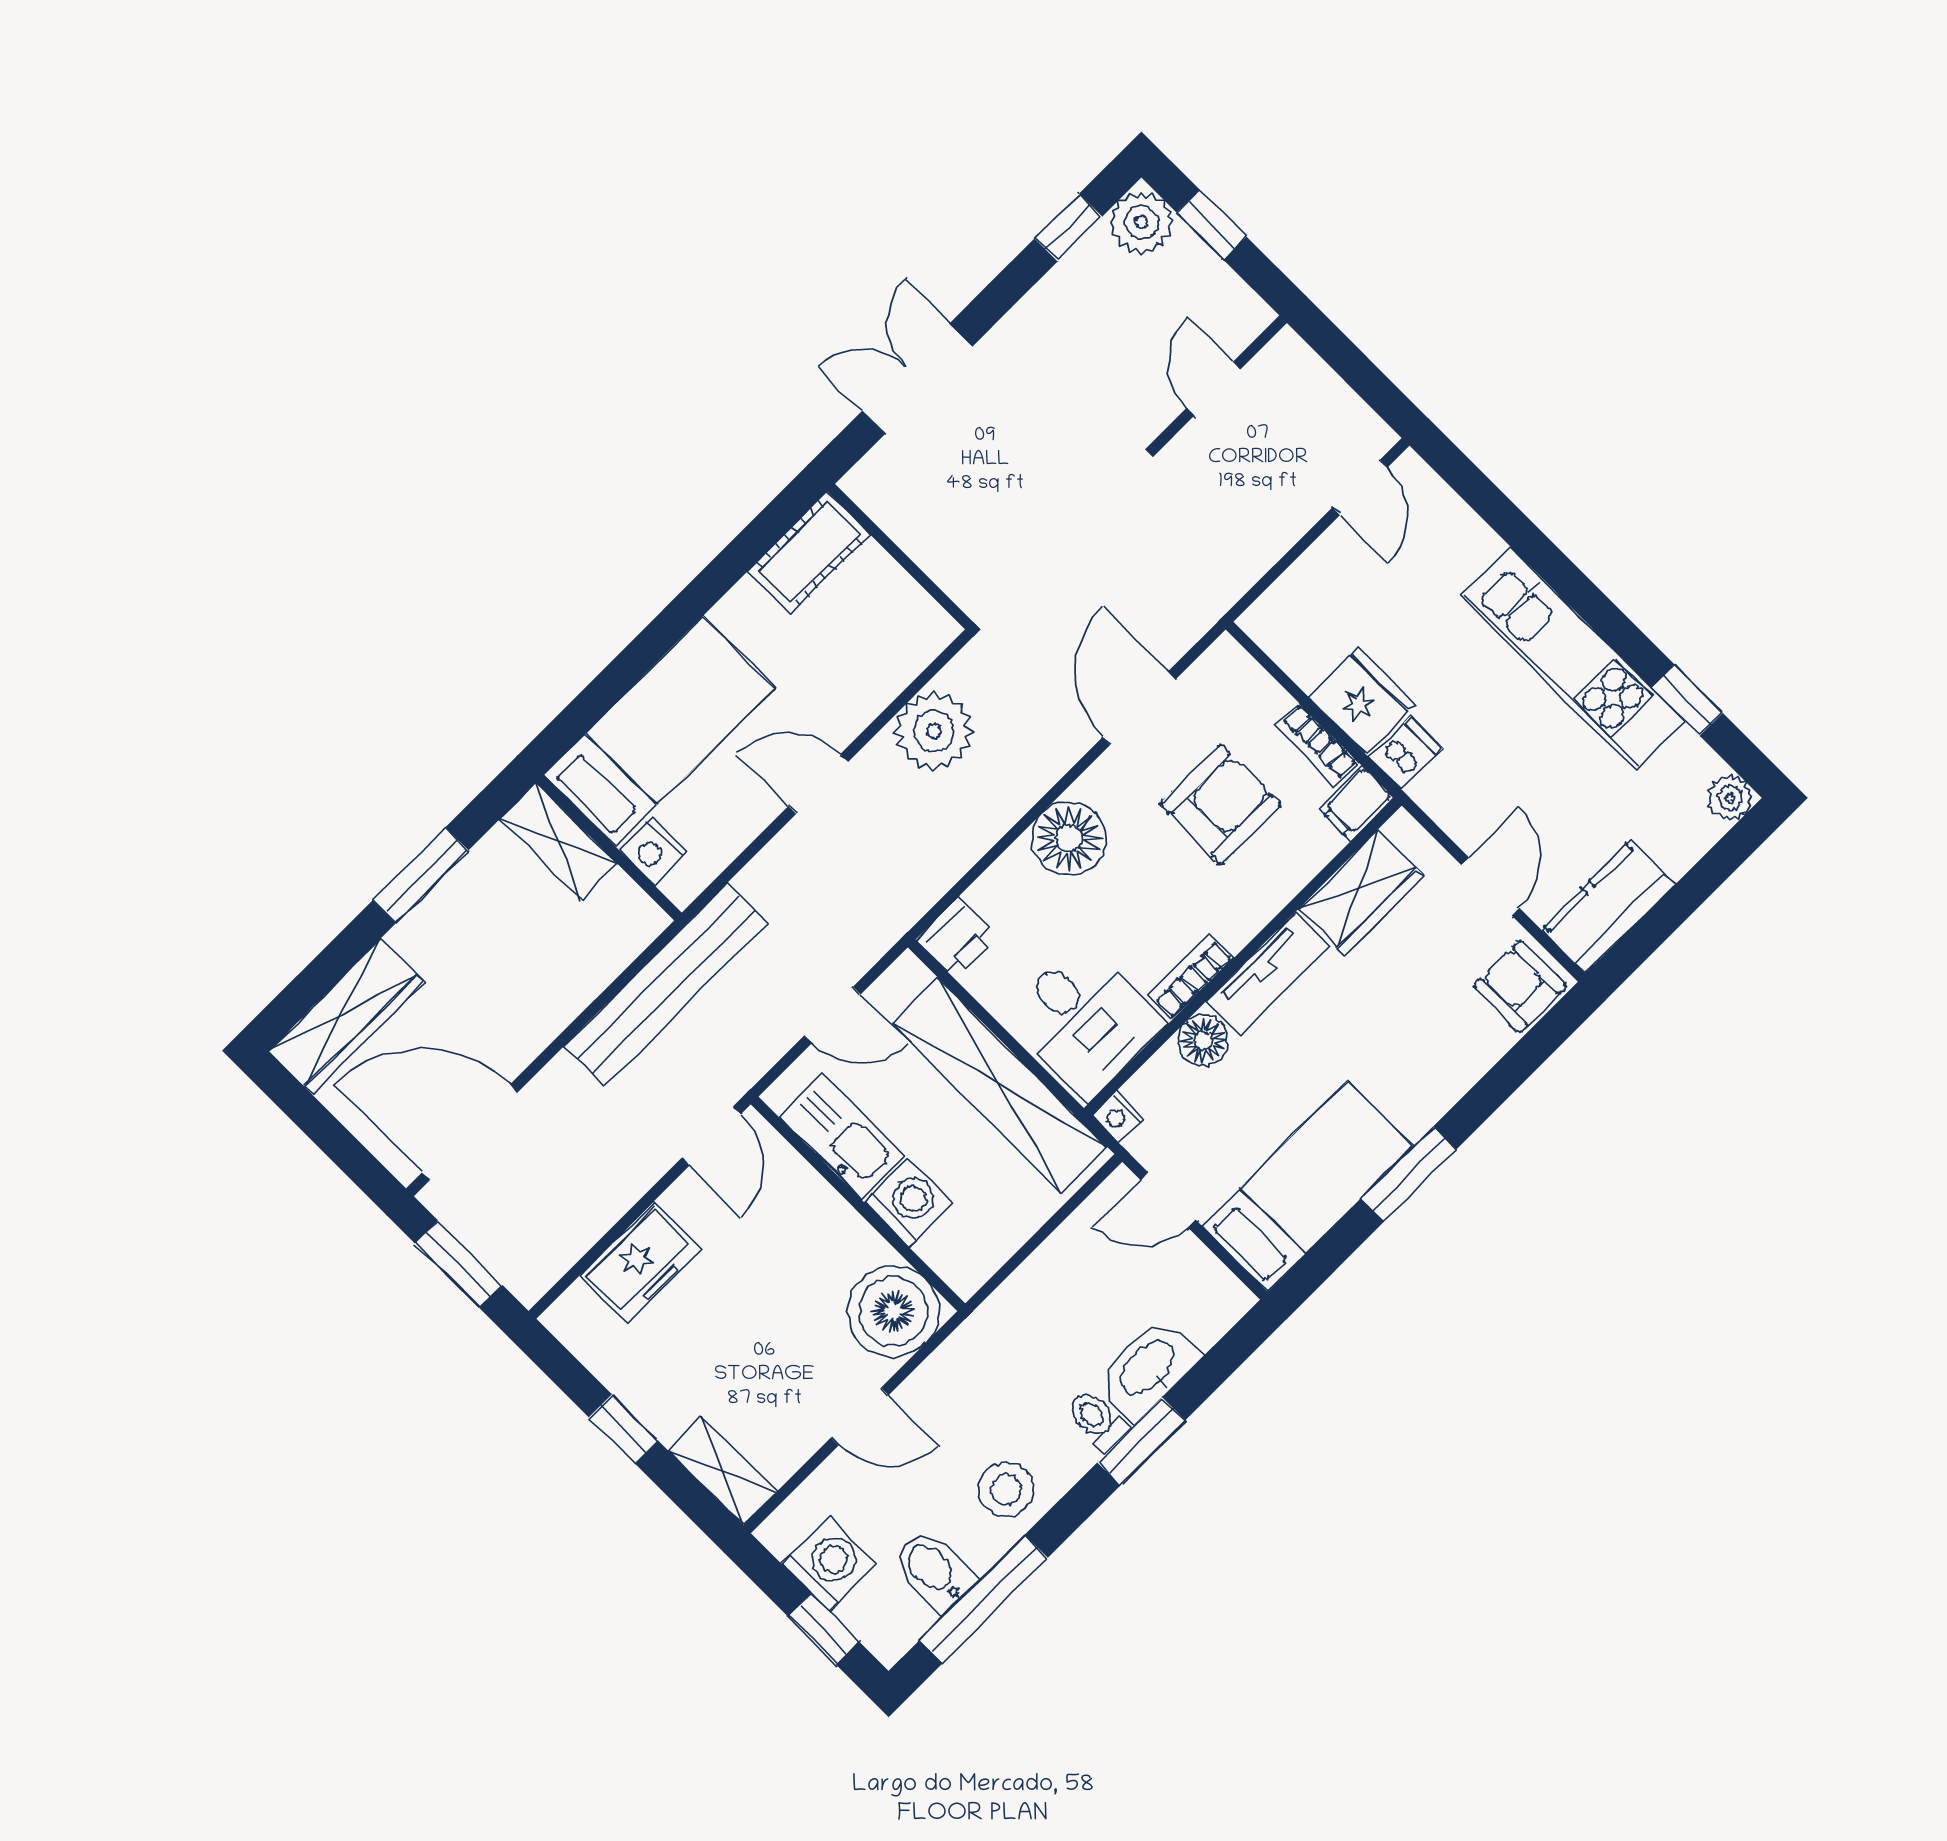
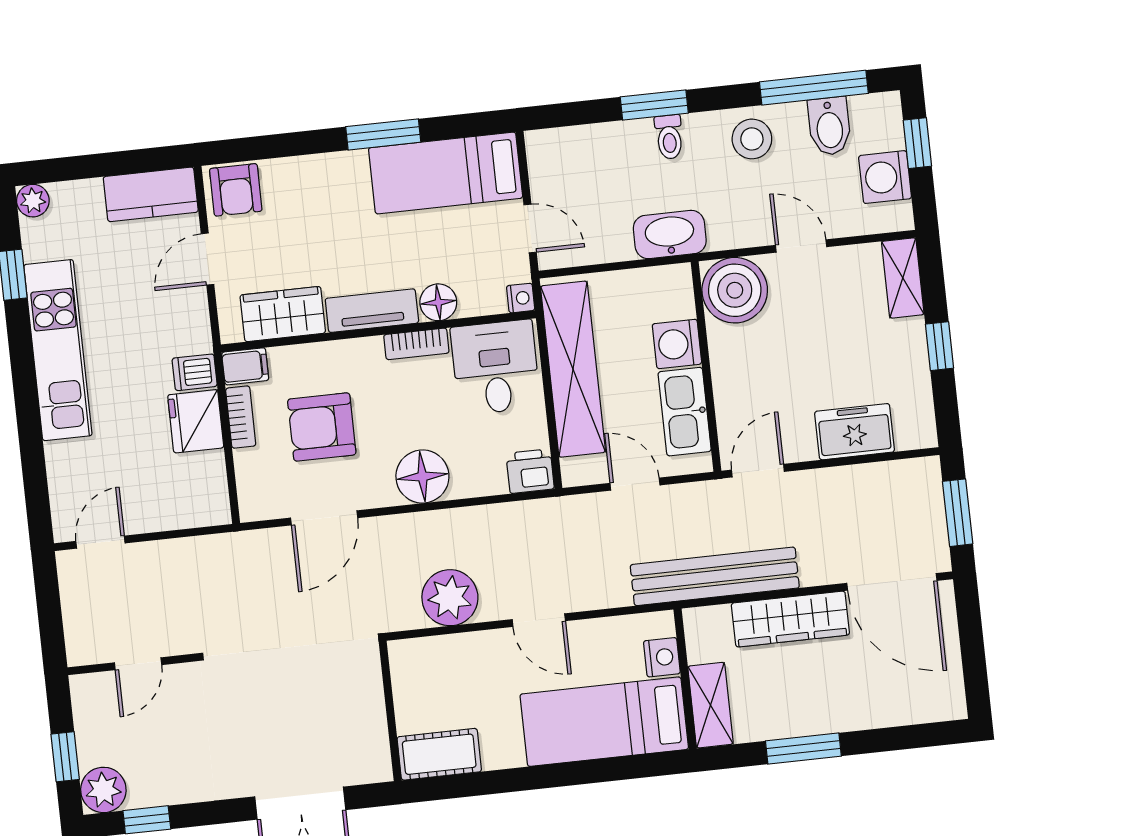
wardrobe: (346, 1016) -> (790, 619), moved, turned 180
washbasin: (1148, 1369) -> (670, 235), moved, turned 180

